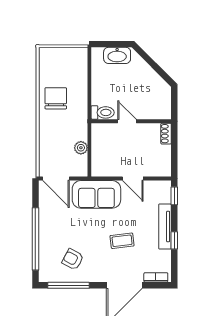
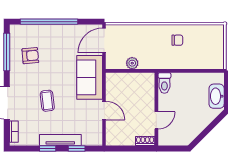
chair: (56, 98) -> (177, 40), width x0.54, depth x0.54
door: (127, 121) -> (156, 120), moved
door: (133, 179) -> (104, 111), swing flipped
window: (174, 196) -> (77, 148), moved
armchair: (73, 259) -> (30, 56), turned 57

